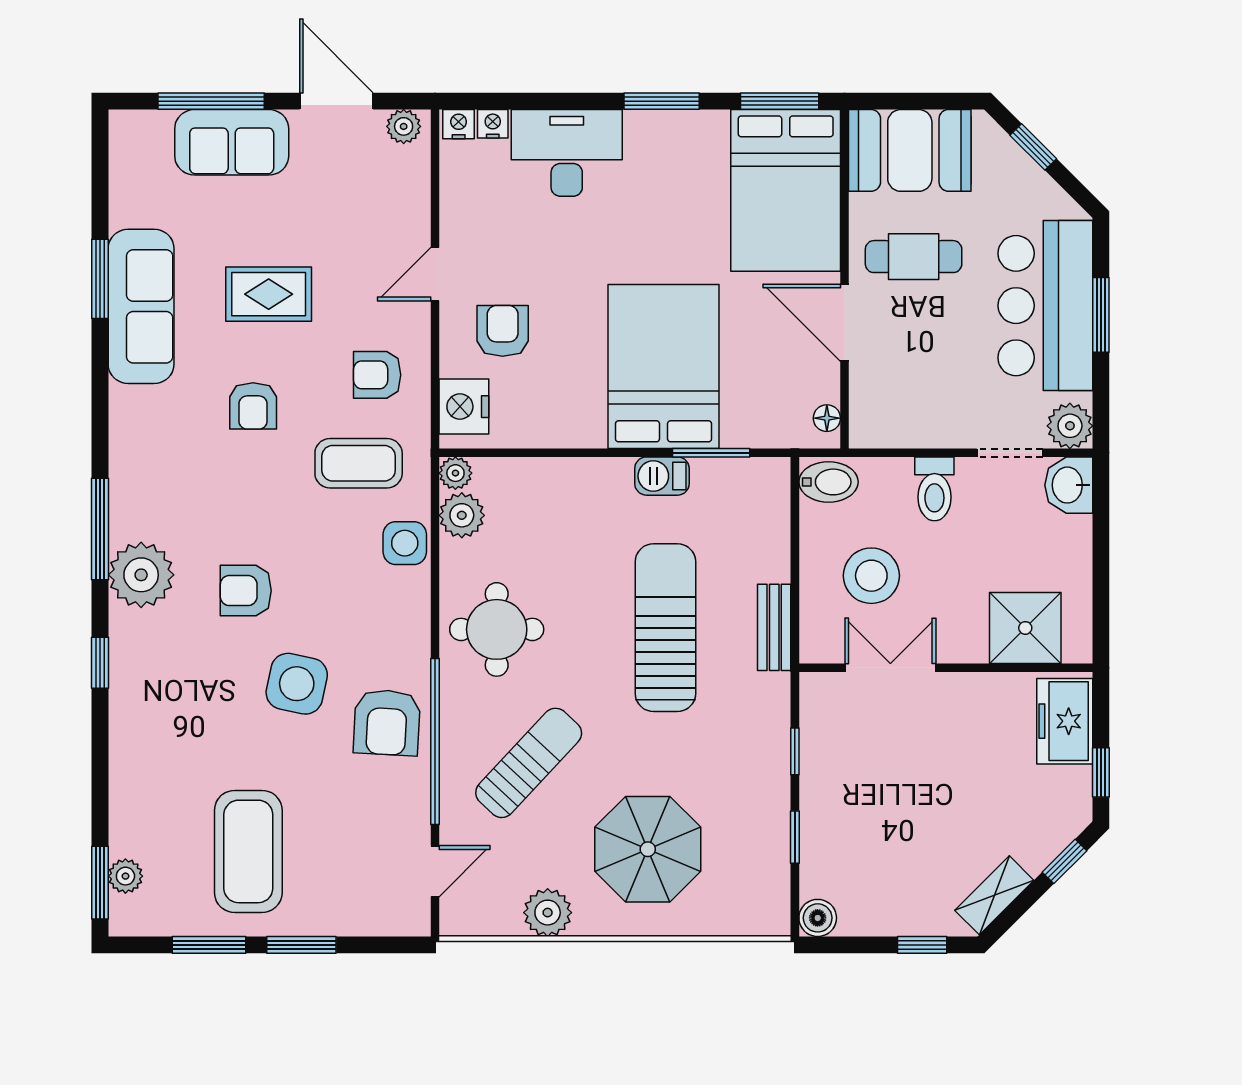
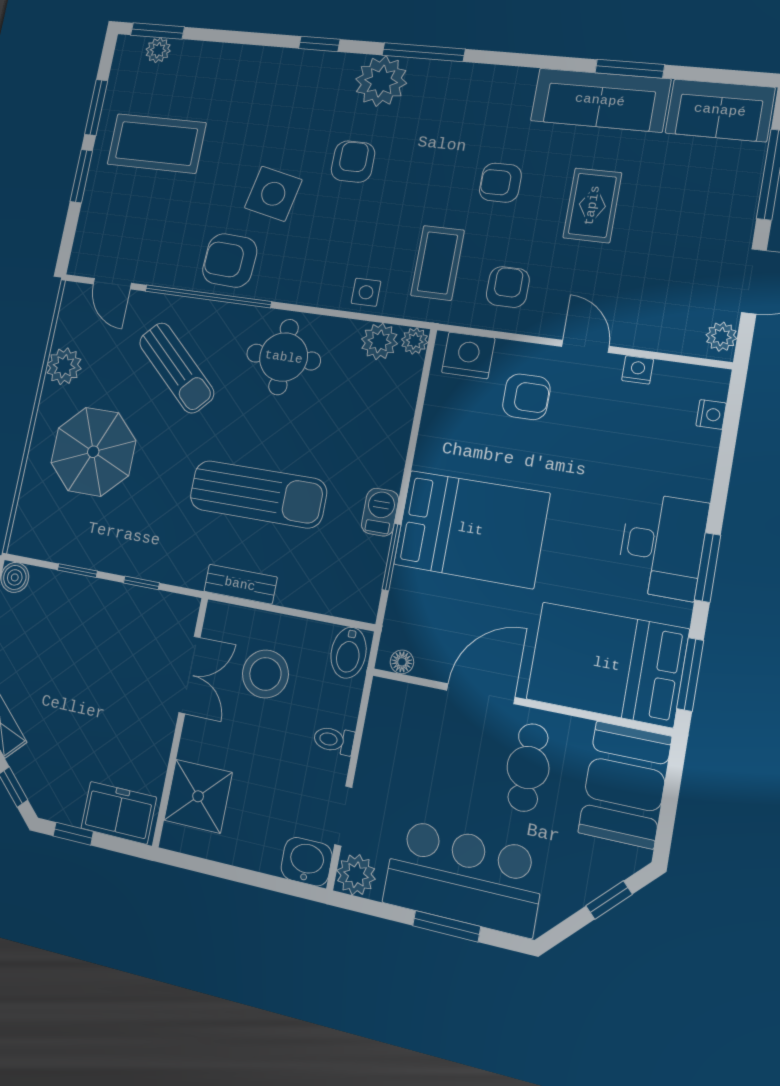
nightstand: (459, 124) -> (638, 370), moved, turned -90
sofa: (232, 142) -> (720, 110), moved, turned -90
desk: (567, 153) -> (662, 546), moved
toilet: (934, 489) -> (334, 740), width x0.73, depth x0.72
side table: (405, 543) -> (366, 292), width x0.73, depth x0.73

